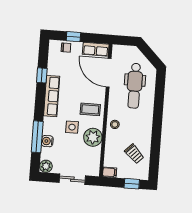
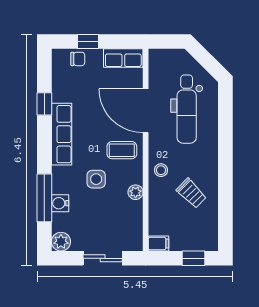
door: (109, 73) -> (146, 111), moved
plant: (93, 137) -> (136, 192), width x0.53, depth x0.53
trolley: (134, 154) -> (191, 193), moved

